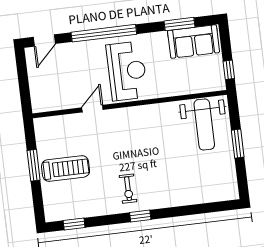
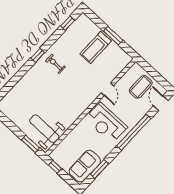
coffee table: (52, 79) -> (141, 87), added
window: (238, 144) -> (31, 144), moved

